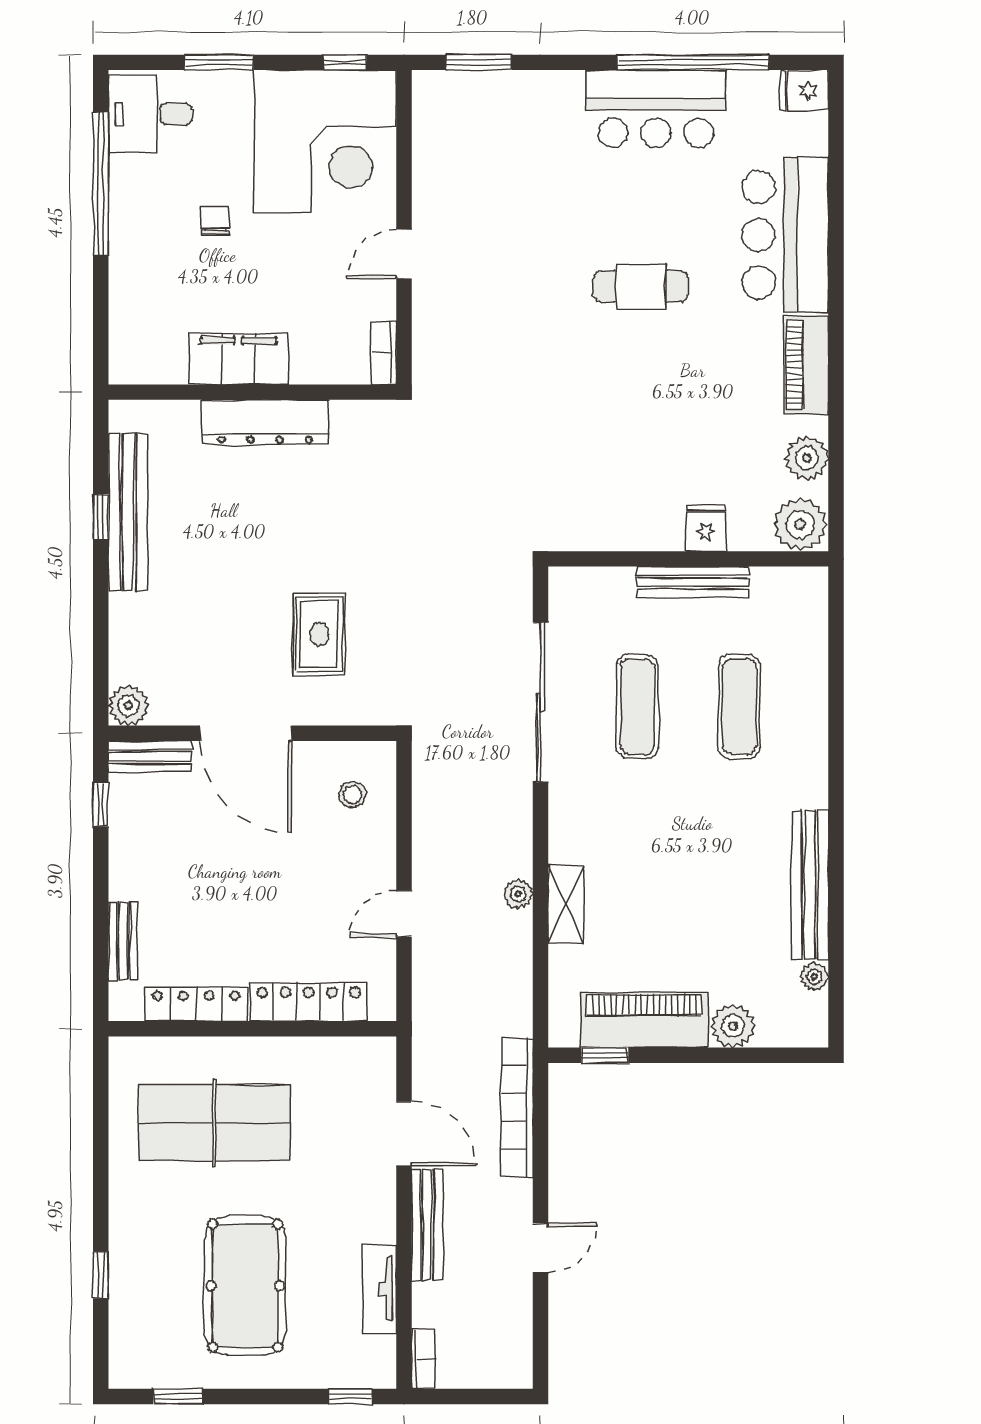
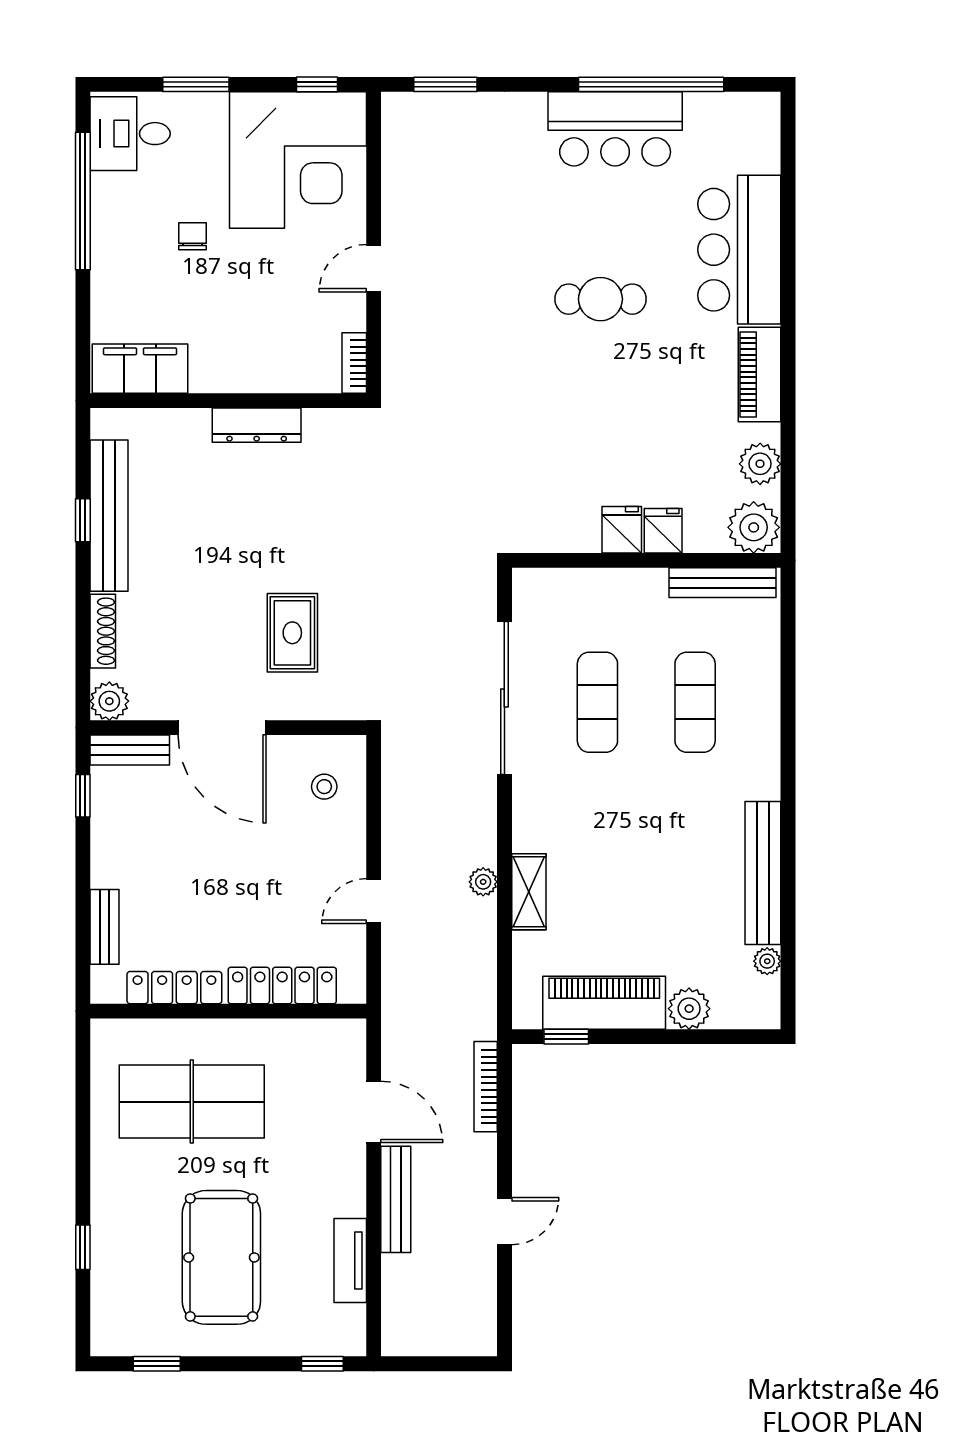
fridge: (804, 90) -> (622, 530), moved, turned 90
filing cabinet: (238, 359) -> (140, 369), moved
dresser: (265, 422) -> (257, 425), width x0.73, depth x0.80
bench: (693, 582) -> (722, 583), moved
shoe rack: (121, 633) -> (103, 631), added
bookcase: (517, 1108) -> (486, 1087), width x0.68, depth x0.76
bookcase: (424, 1359) -> (392, 1328), removed

